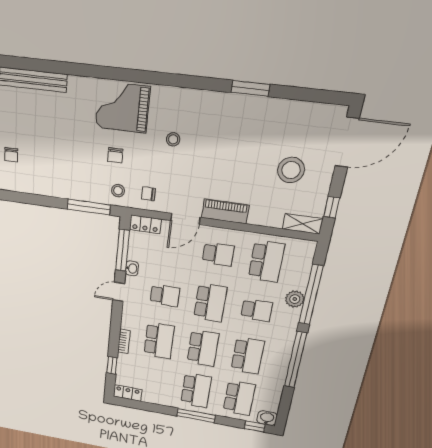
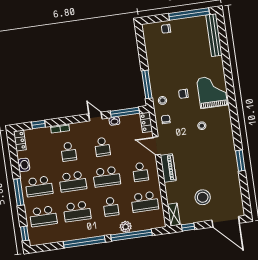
school desk: (159, 341) -> (69, 152), width x0.54
washbasin: (267, 418) -> (24, 165), moved

